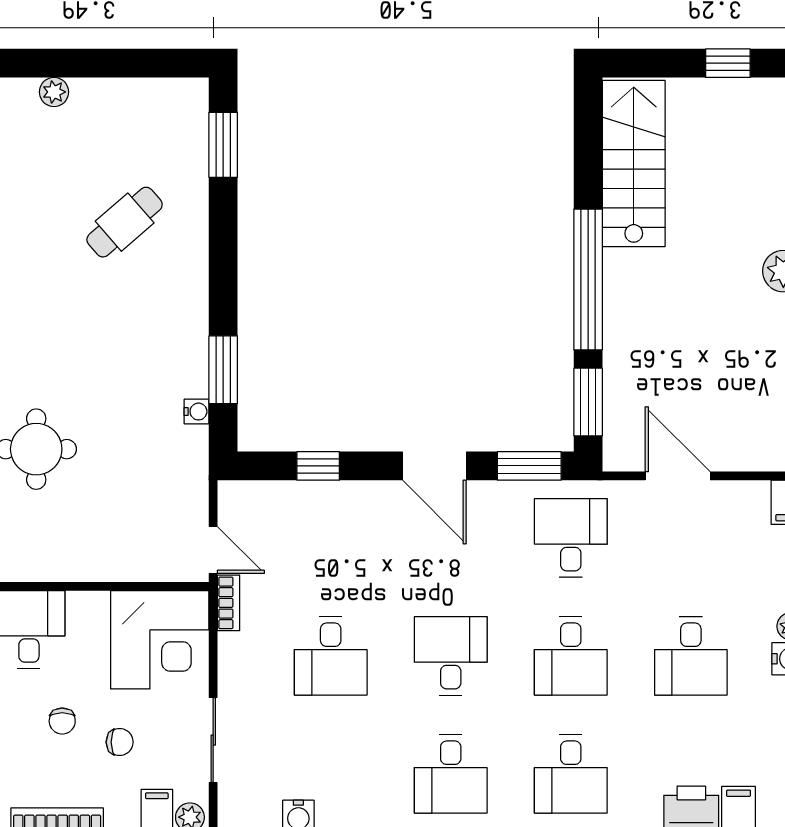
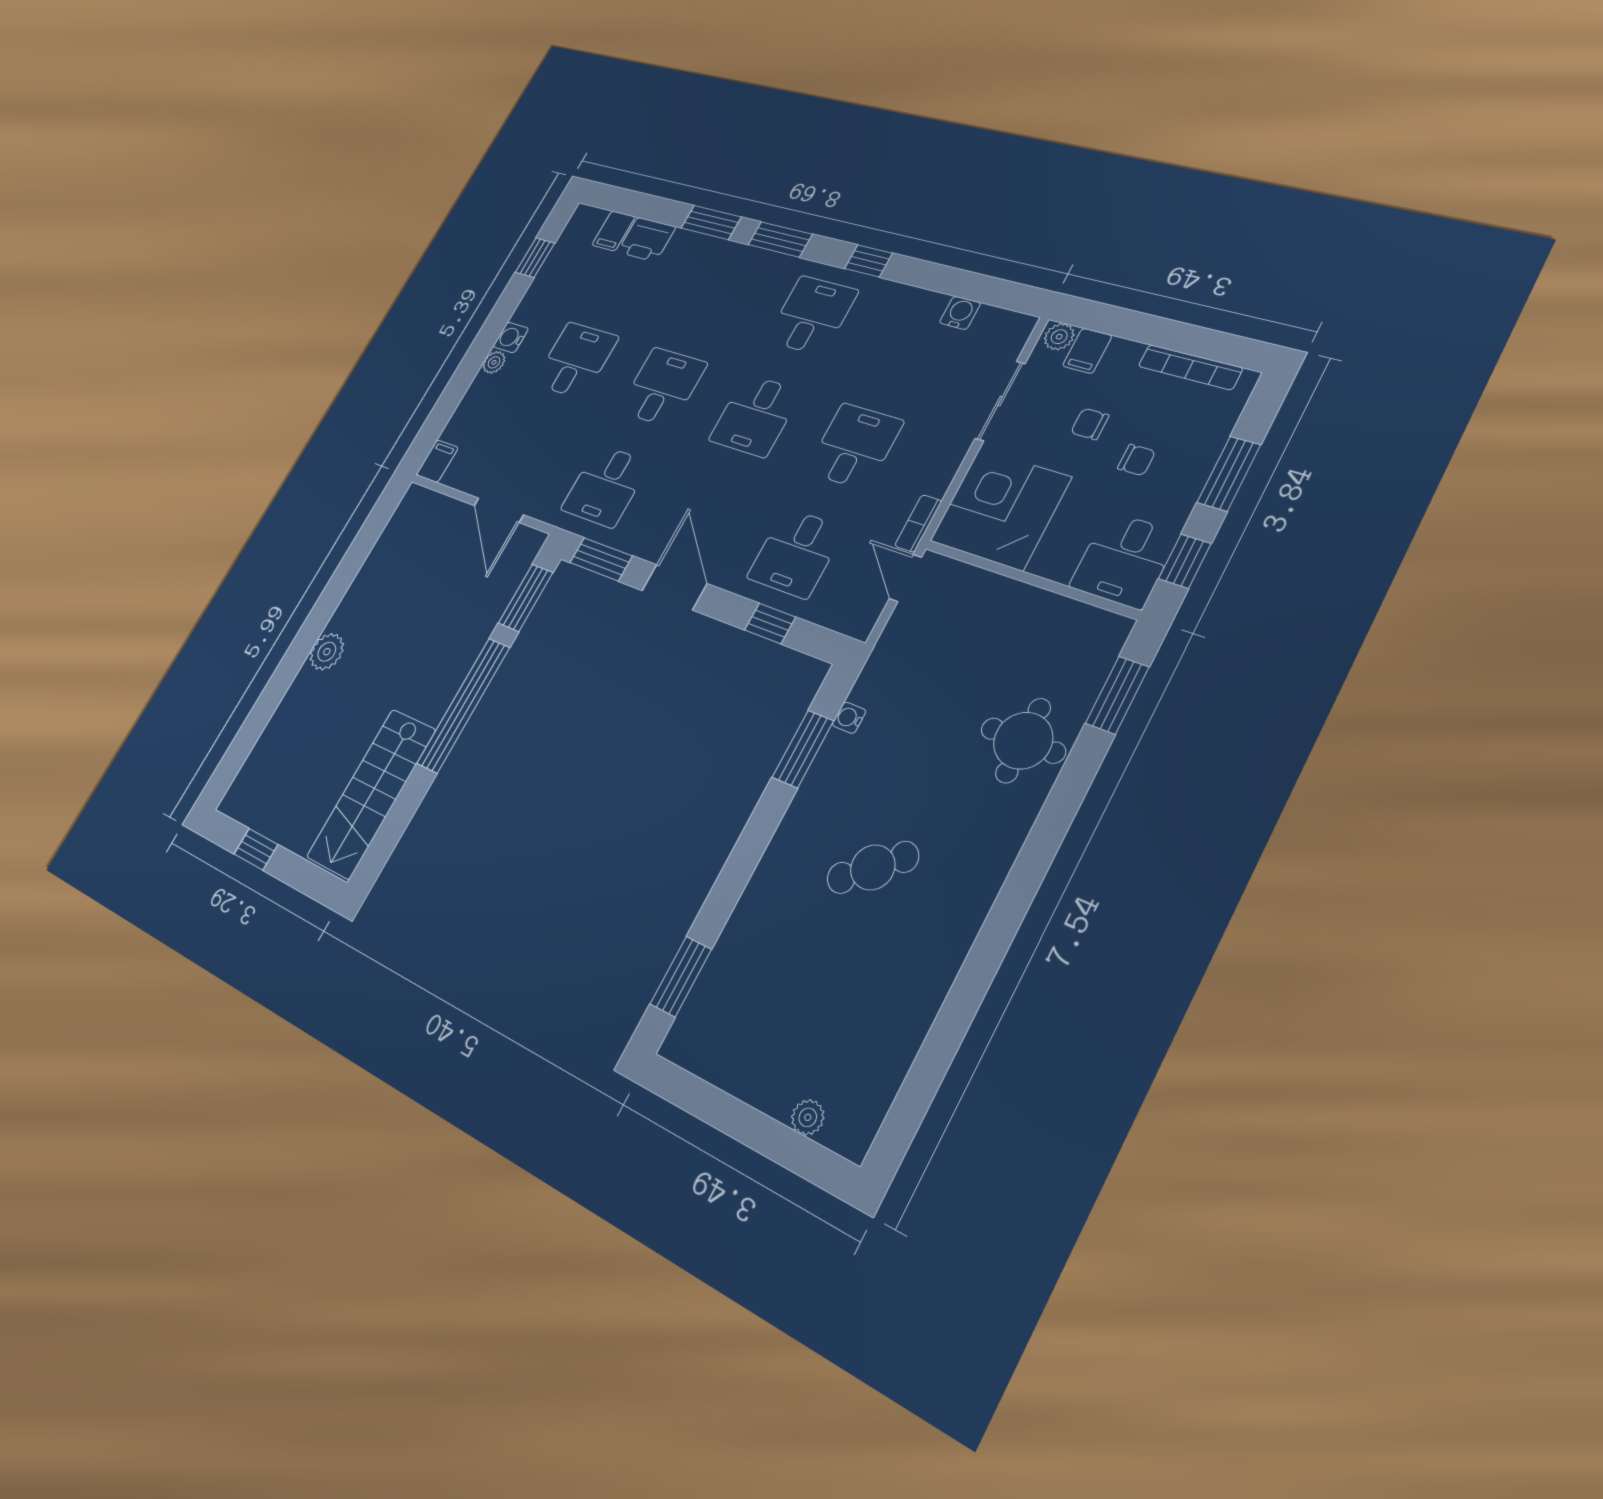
cafe table: (125, 222) -> (873, 867), moved
chair: (62, 721) -> (1136, 460), turned 90
desk: (571, 774) -> (796, 553), moved, turned 180

